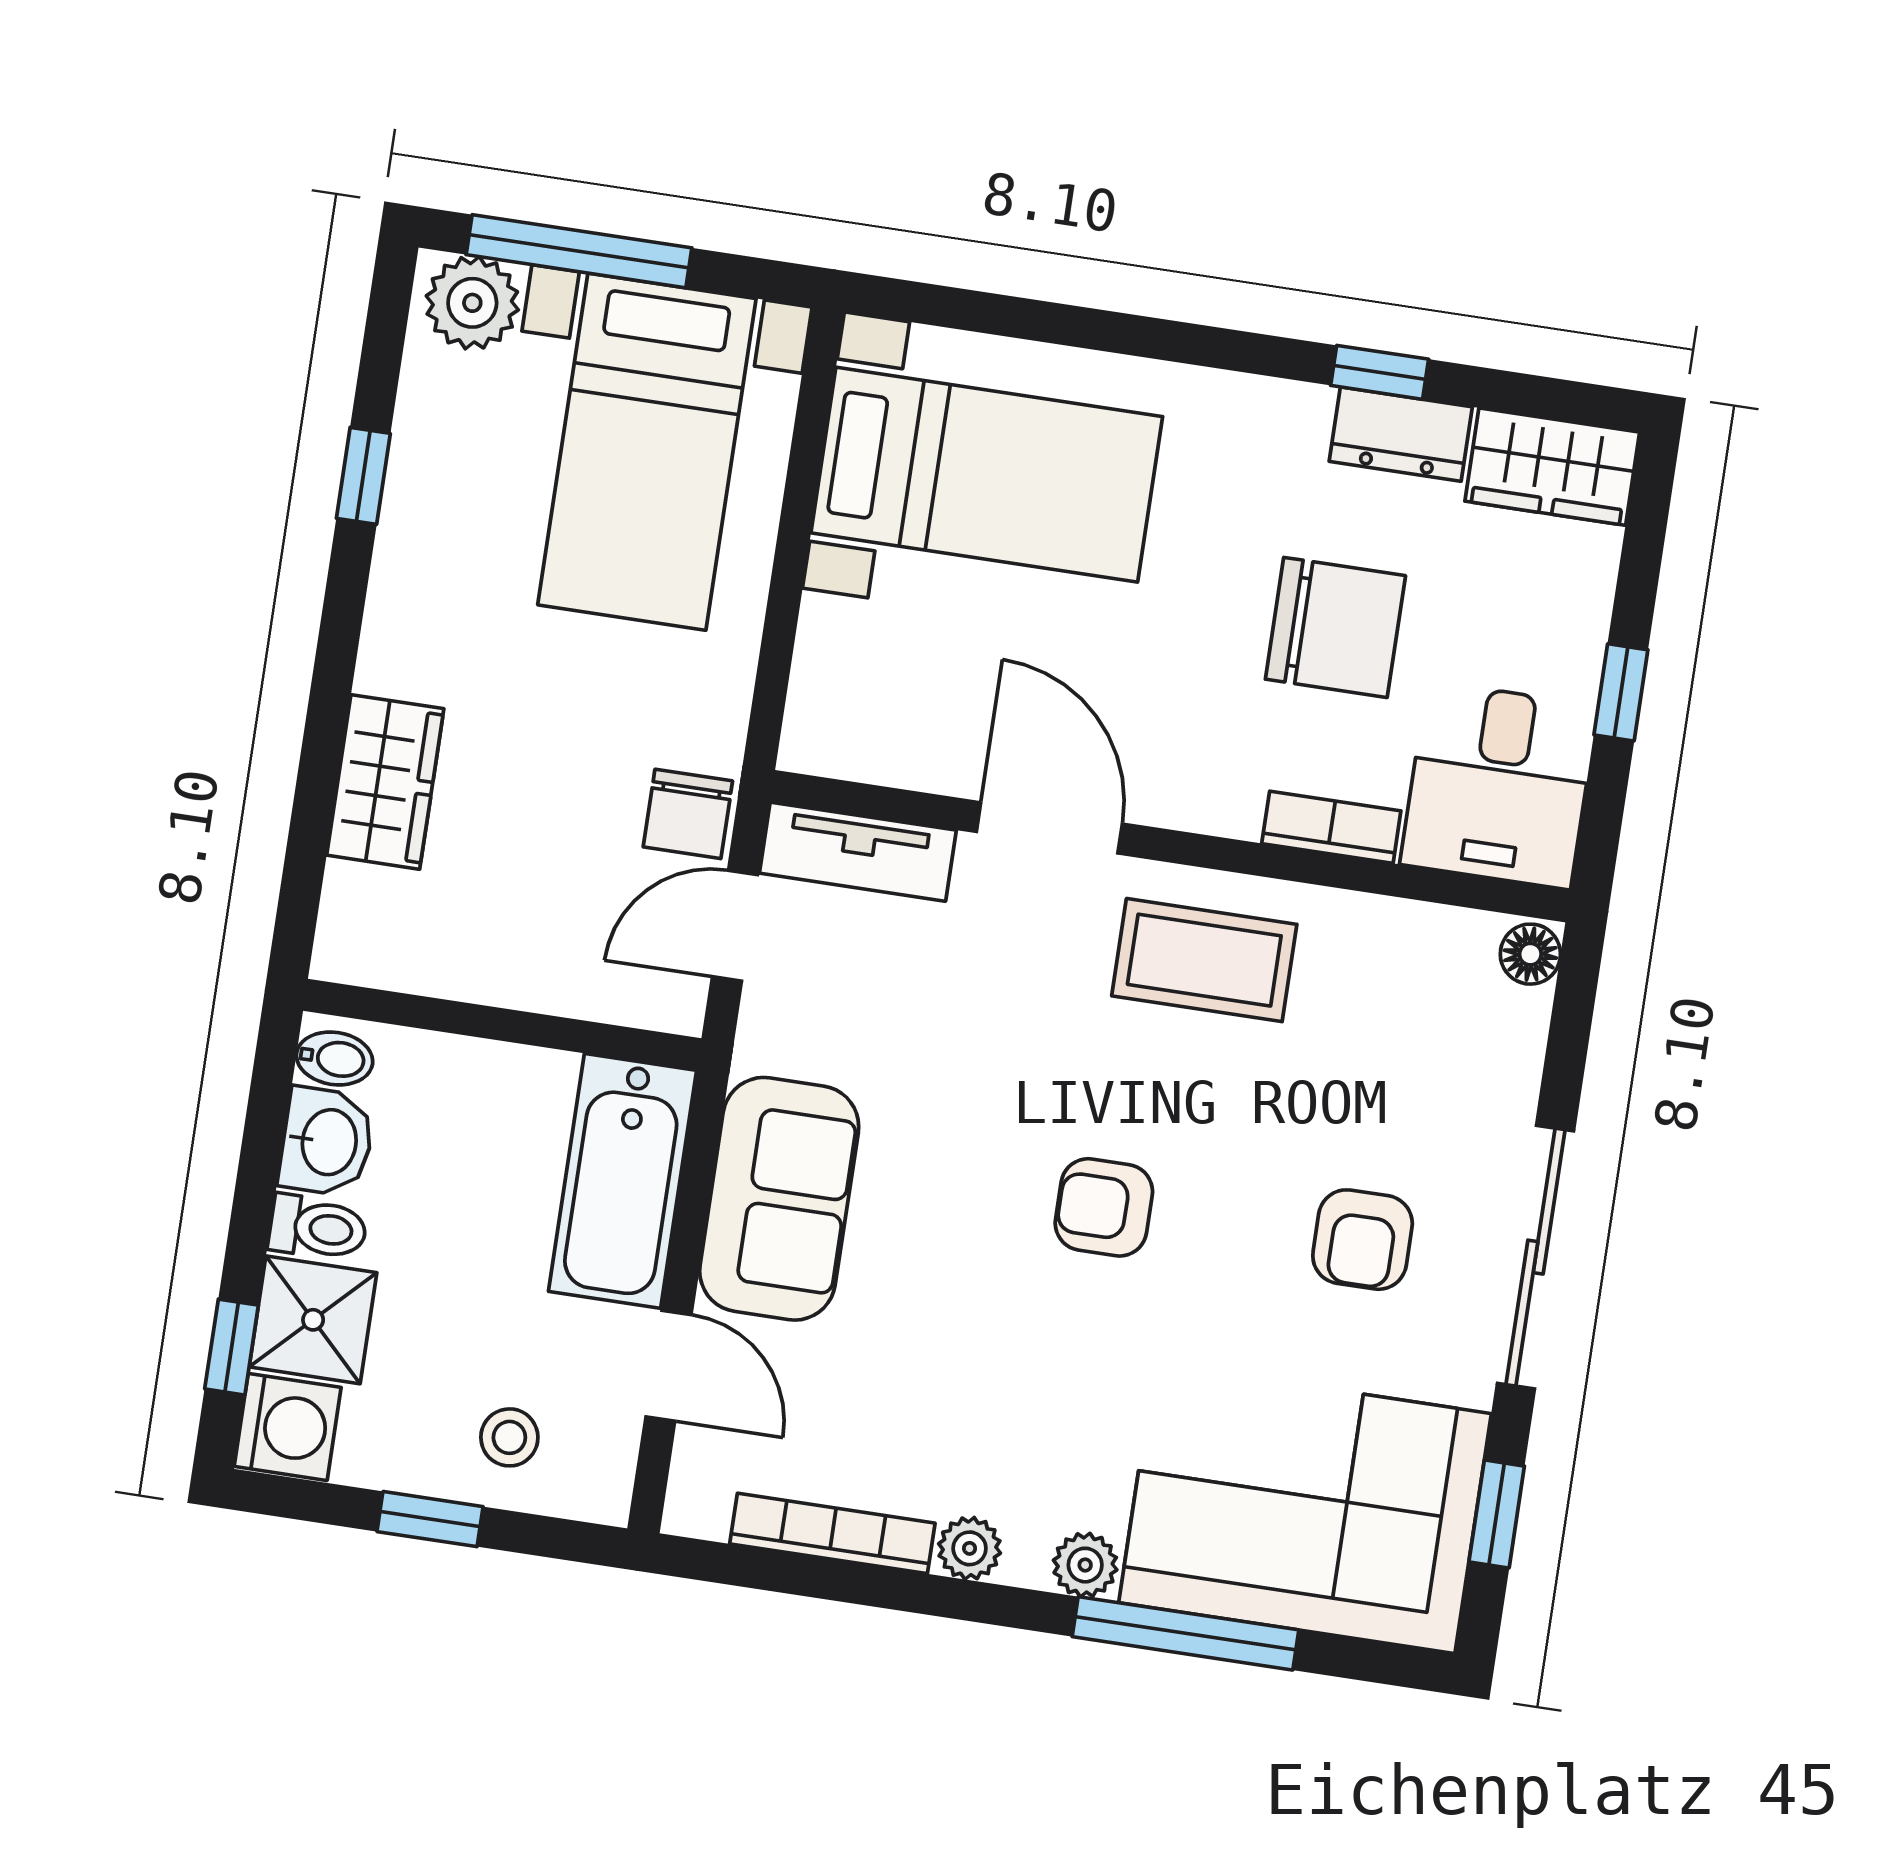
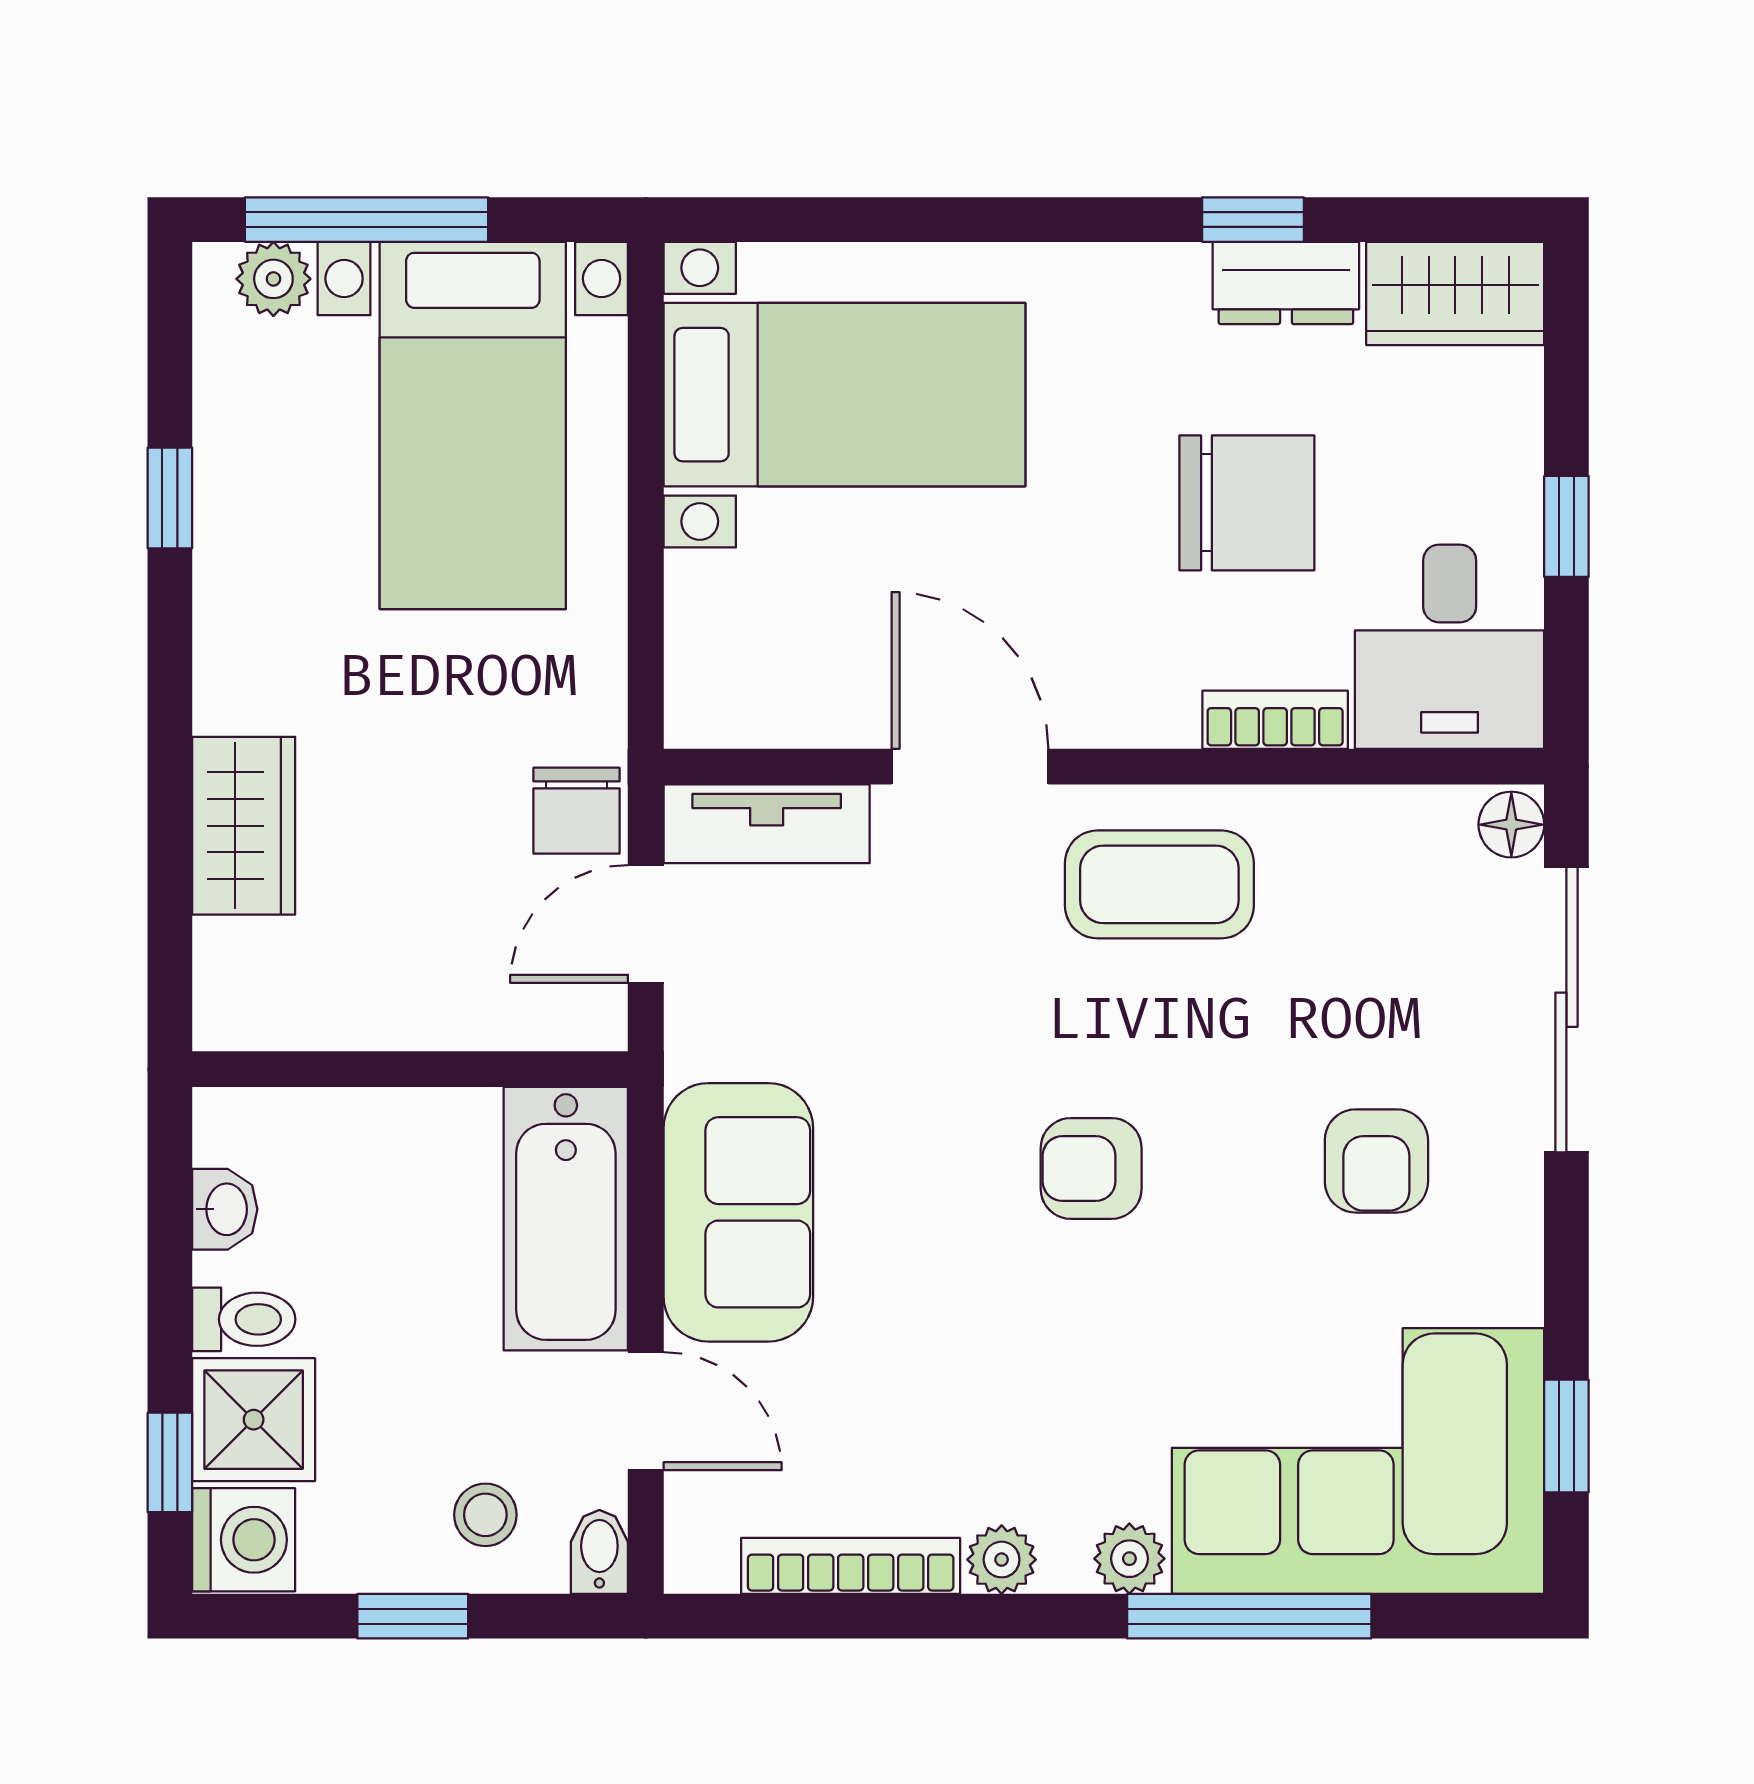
plant: (472, 303) -> (273, 279), width x0.73, depth x0.73
bidet: (335, 1058) -> (599, 1552), moved, turned -90
washbasin: (327, 1142) -> (225, 1209), width x0.72, depth x0.69
sliding door: (1535, 1257) -> (1566, 1010), moved

